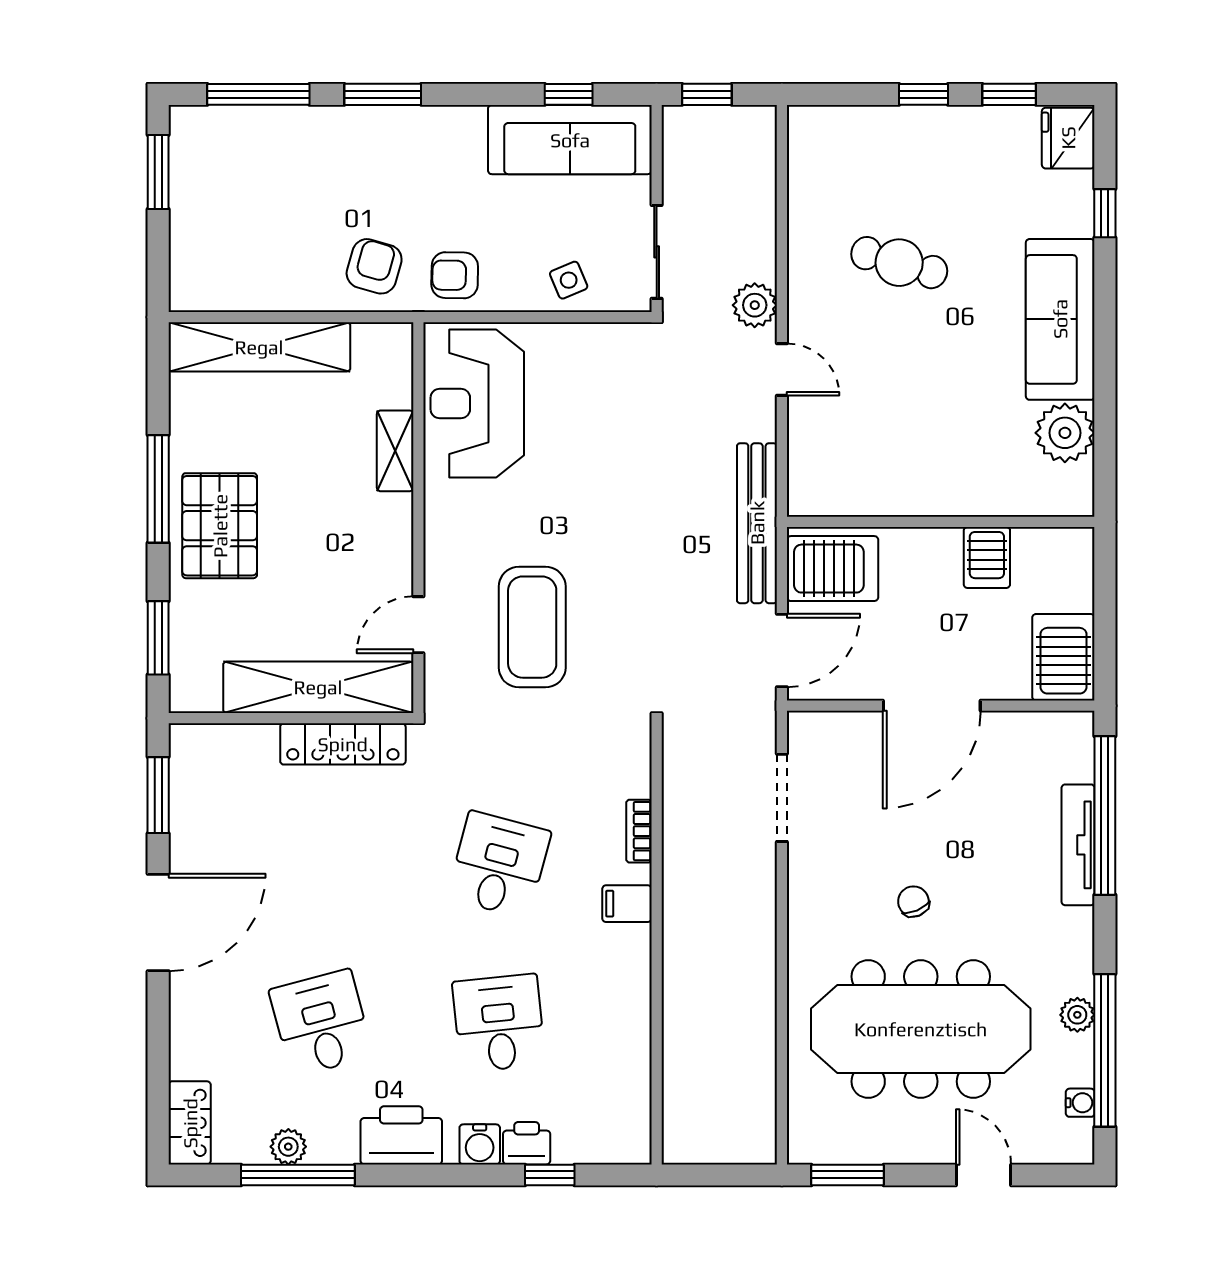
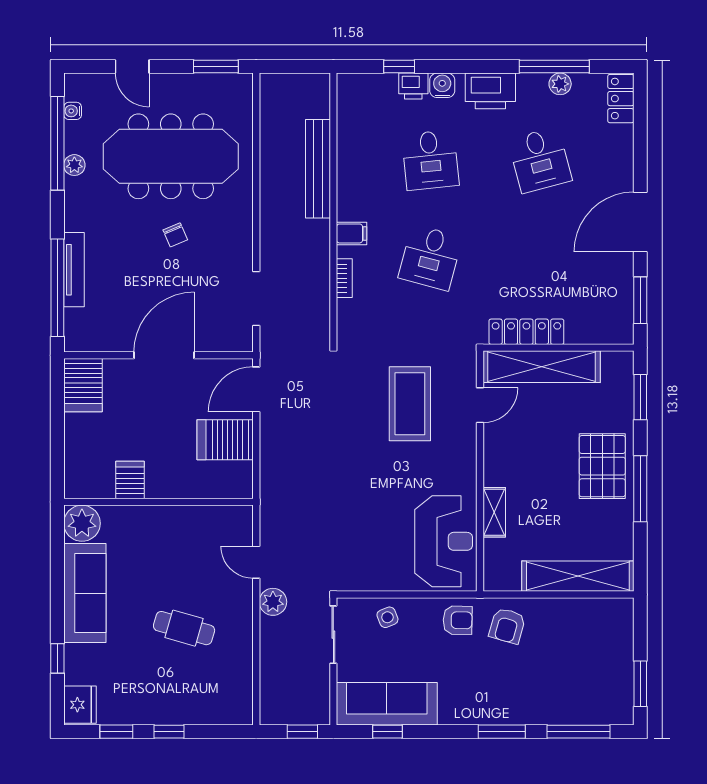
wall: (941, 522) -> (158, 502), moved
bench: (757, 523) -> (318, 169), moved
server rack: (987, 557) -> (130, 480), moved

